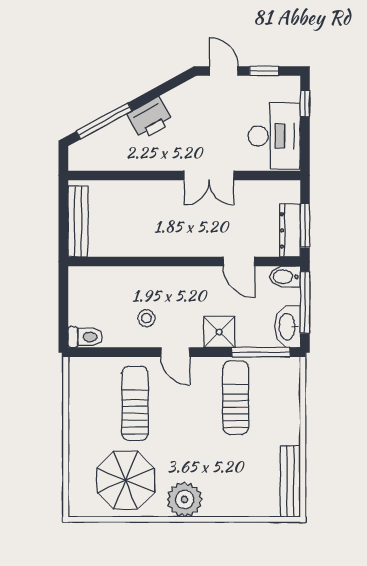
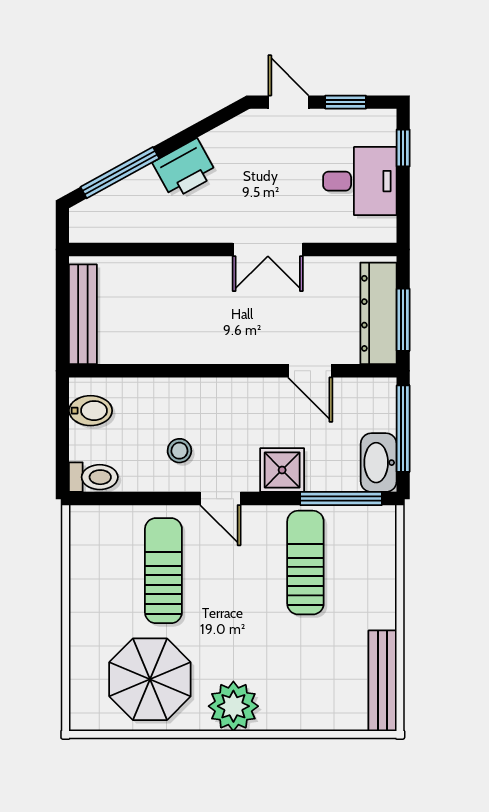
desk: (274, 136) -> (360, 181), width x0.73
dresser: (290, 230) -> (378, 313), width x1.37, depth x1.24
bidet: (285, 277) -> (91, 411), moved, turned 180

